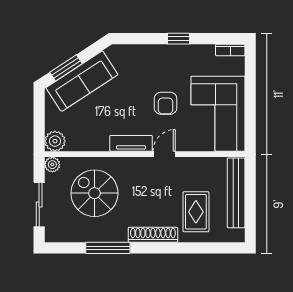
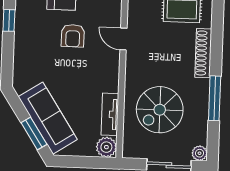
armchair: (166, 103) -> (73, 36), turned 90
tv unit: (131, 143) -> (110, 114), moved
plant: (52, 165) -> (200, 153), moved

